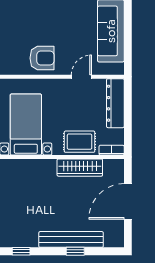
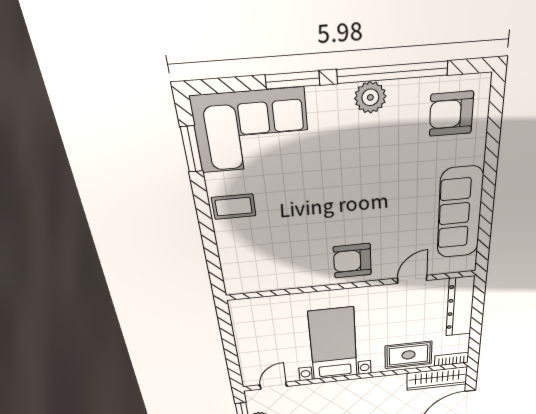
armchair: (42, 58) -> (352, 261), turned 180
wardrobe: (80, 168) -> (437, 378), moved

